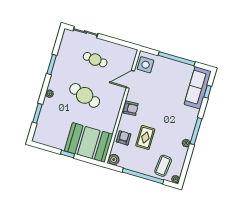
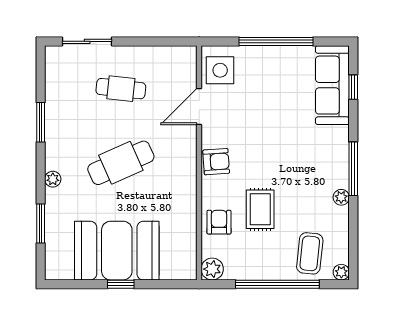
cafe table: (85, 95) -> (121, 163), turned -42
booth: (89, 143) -> (117, 251), moved

